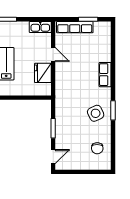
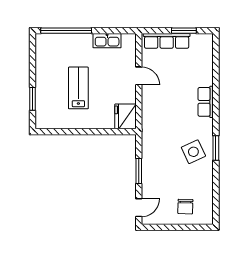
kitchen sink: (40, 27) -> (107, 41), moved
fridge: (43, 73) -> (126, 116), moved
chair: (97, 148) -> (185, 207), moved

